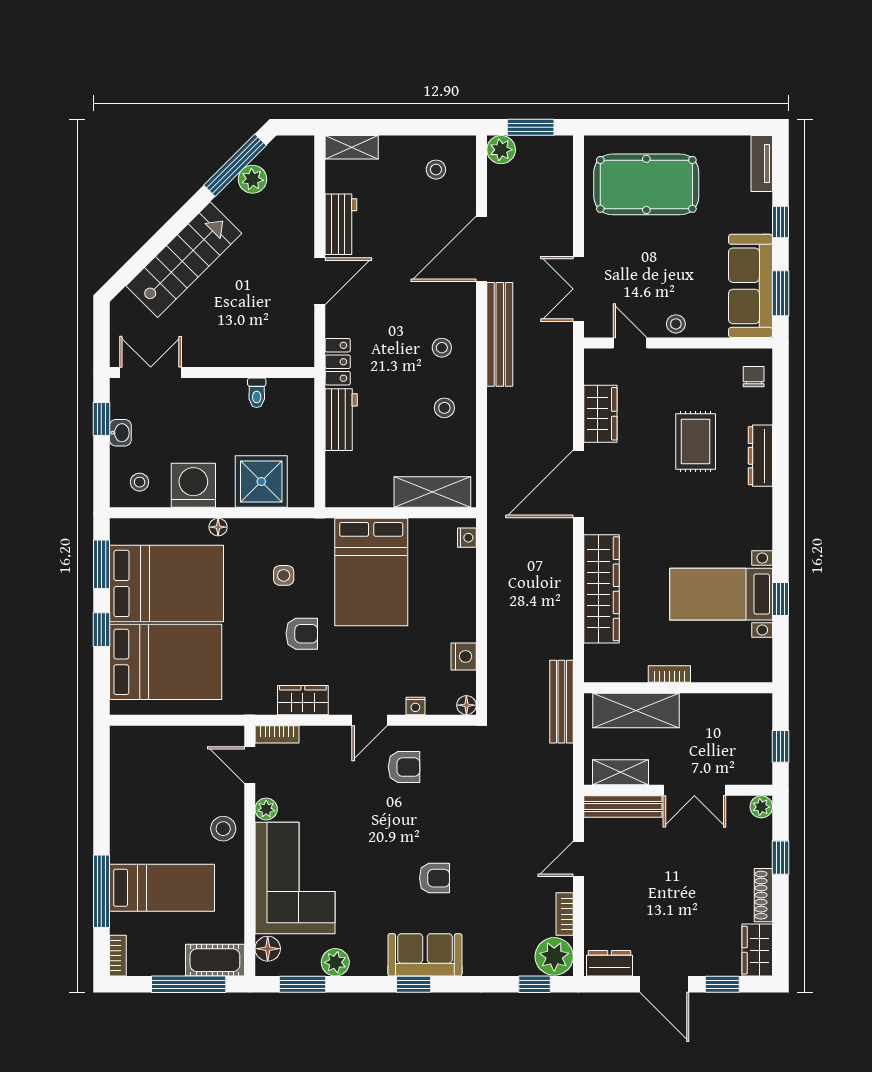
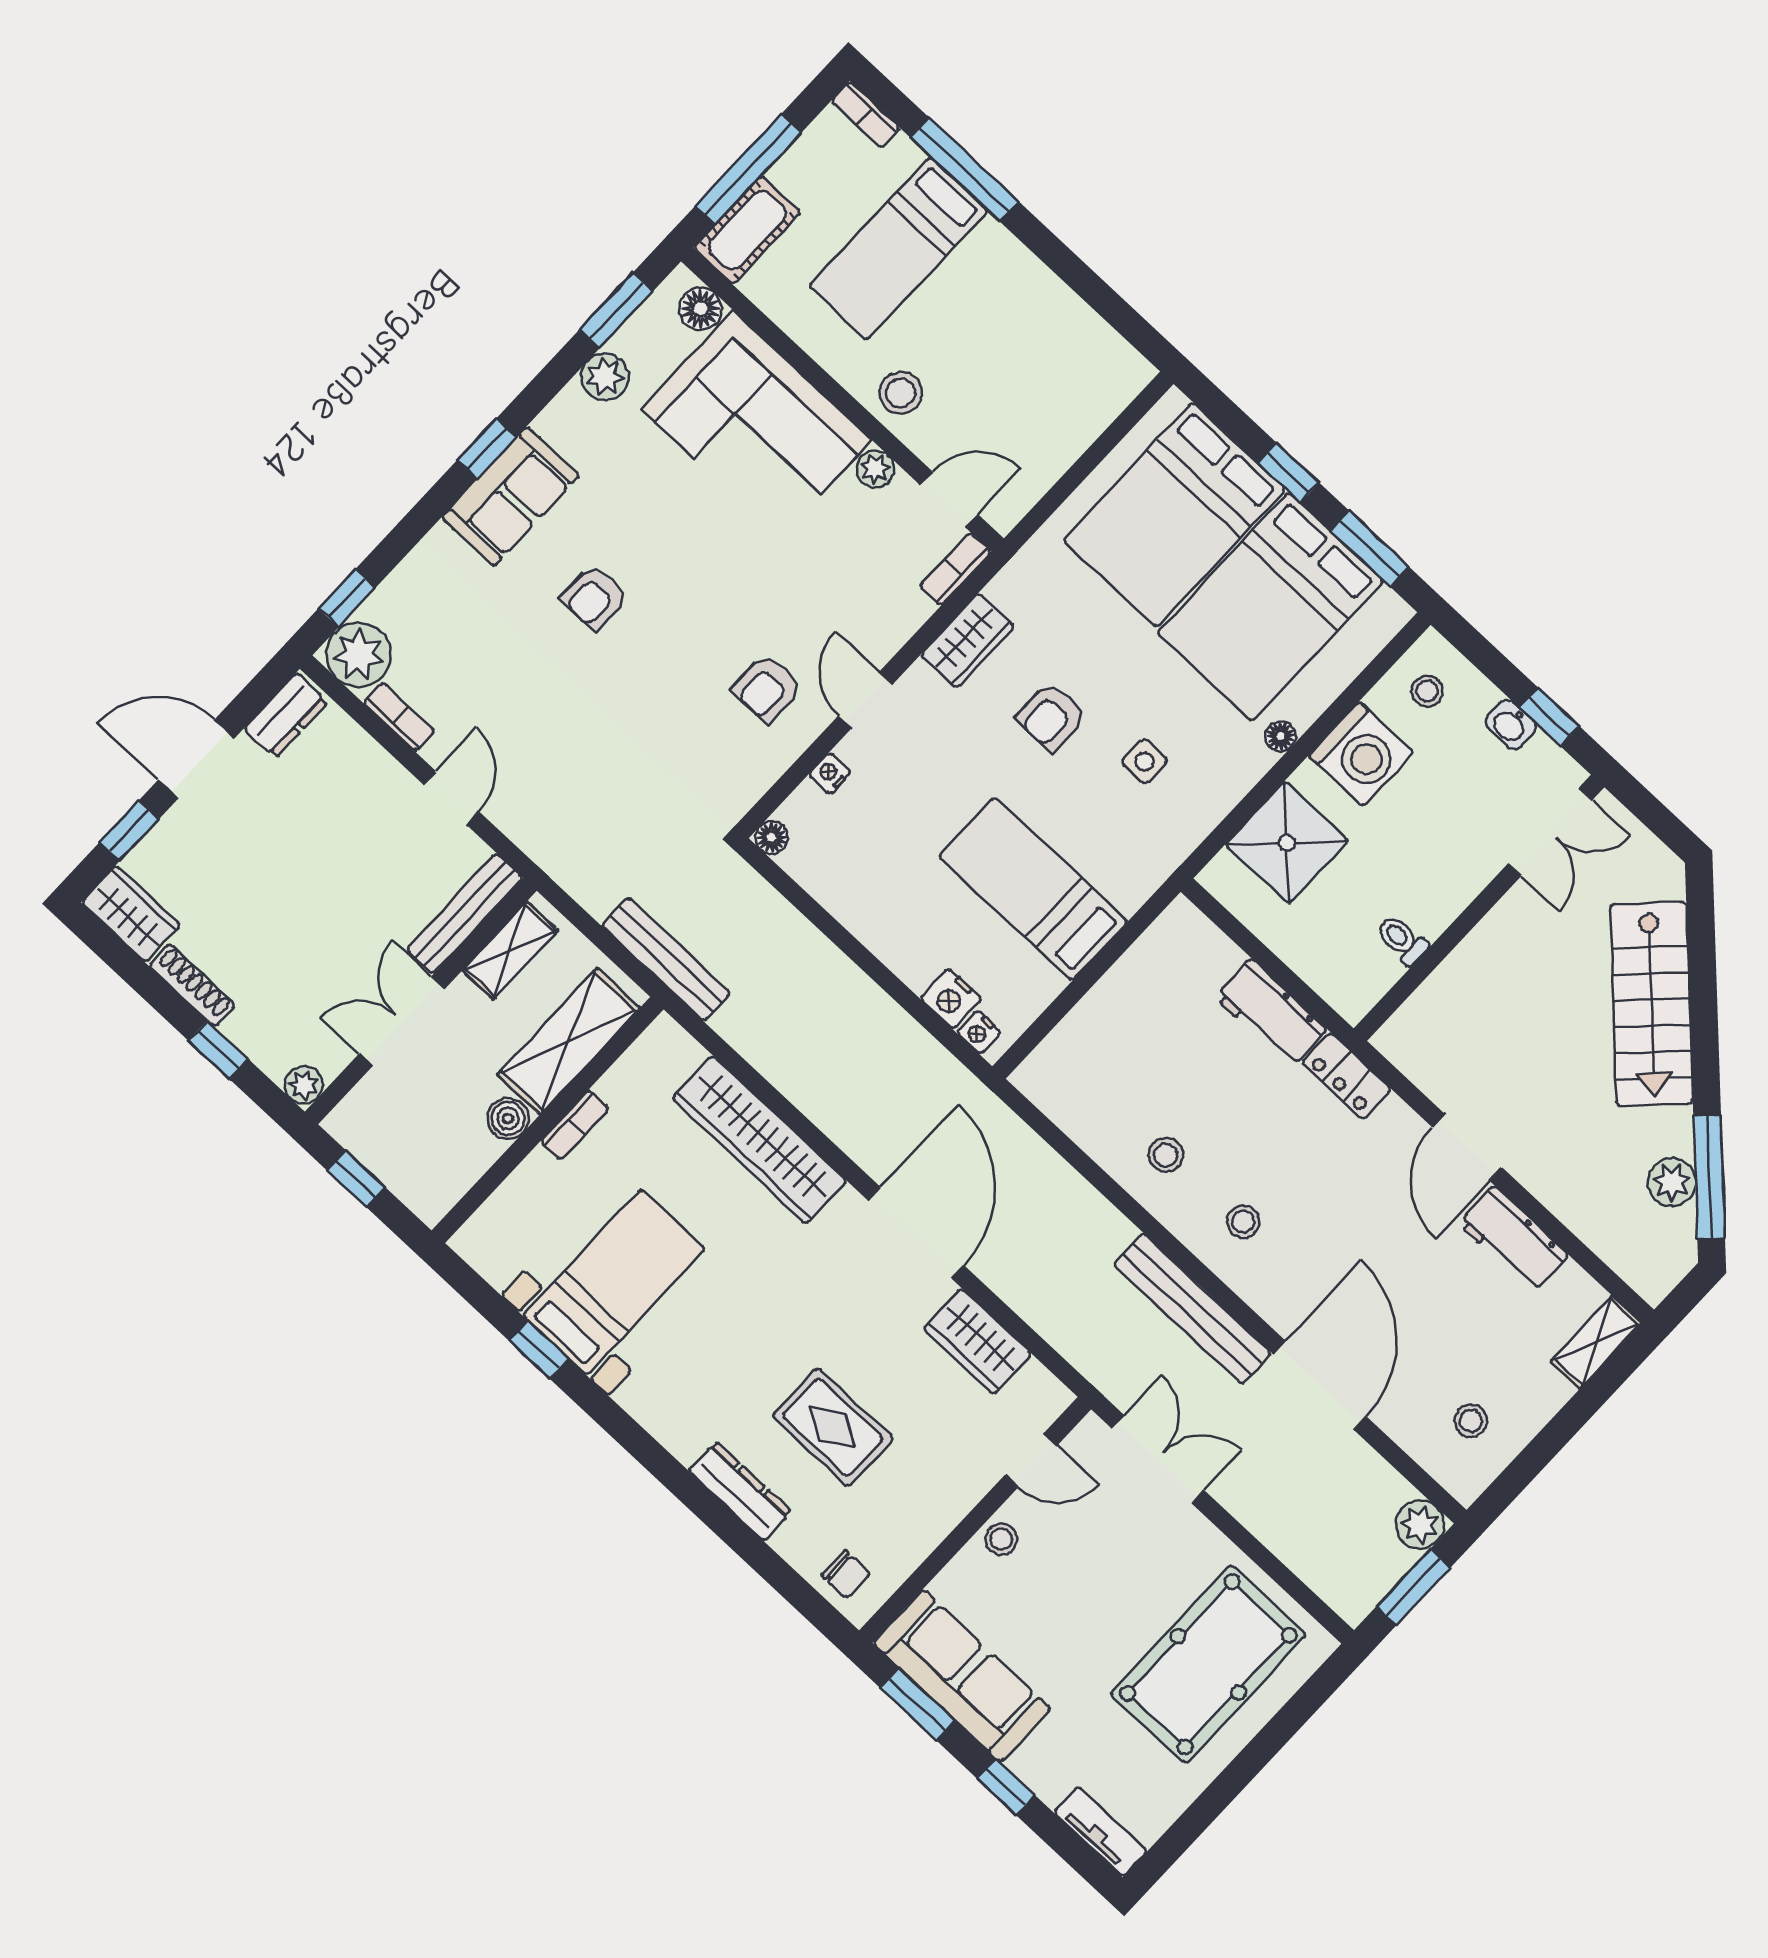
shelving: (432, 492) -> (1075, 1042), removed
bed: (371, 572) -> (1033, 889), width x0.67
nightstand: (464, 656) -> (951, 999), moved
boiler: (693, 705) -> (508, 1119), added

